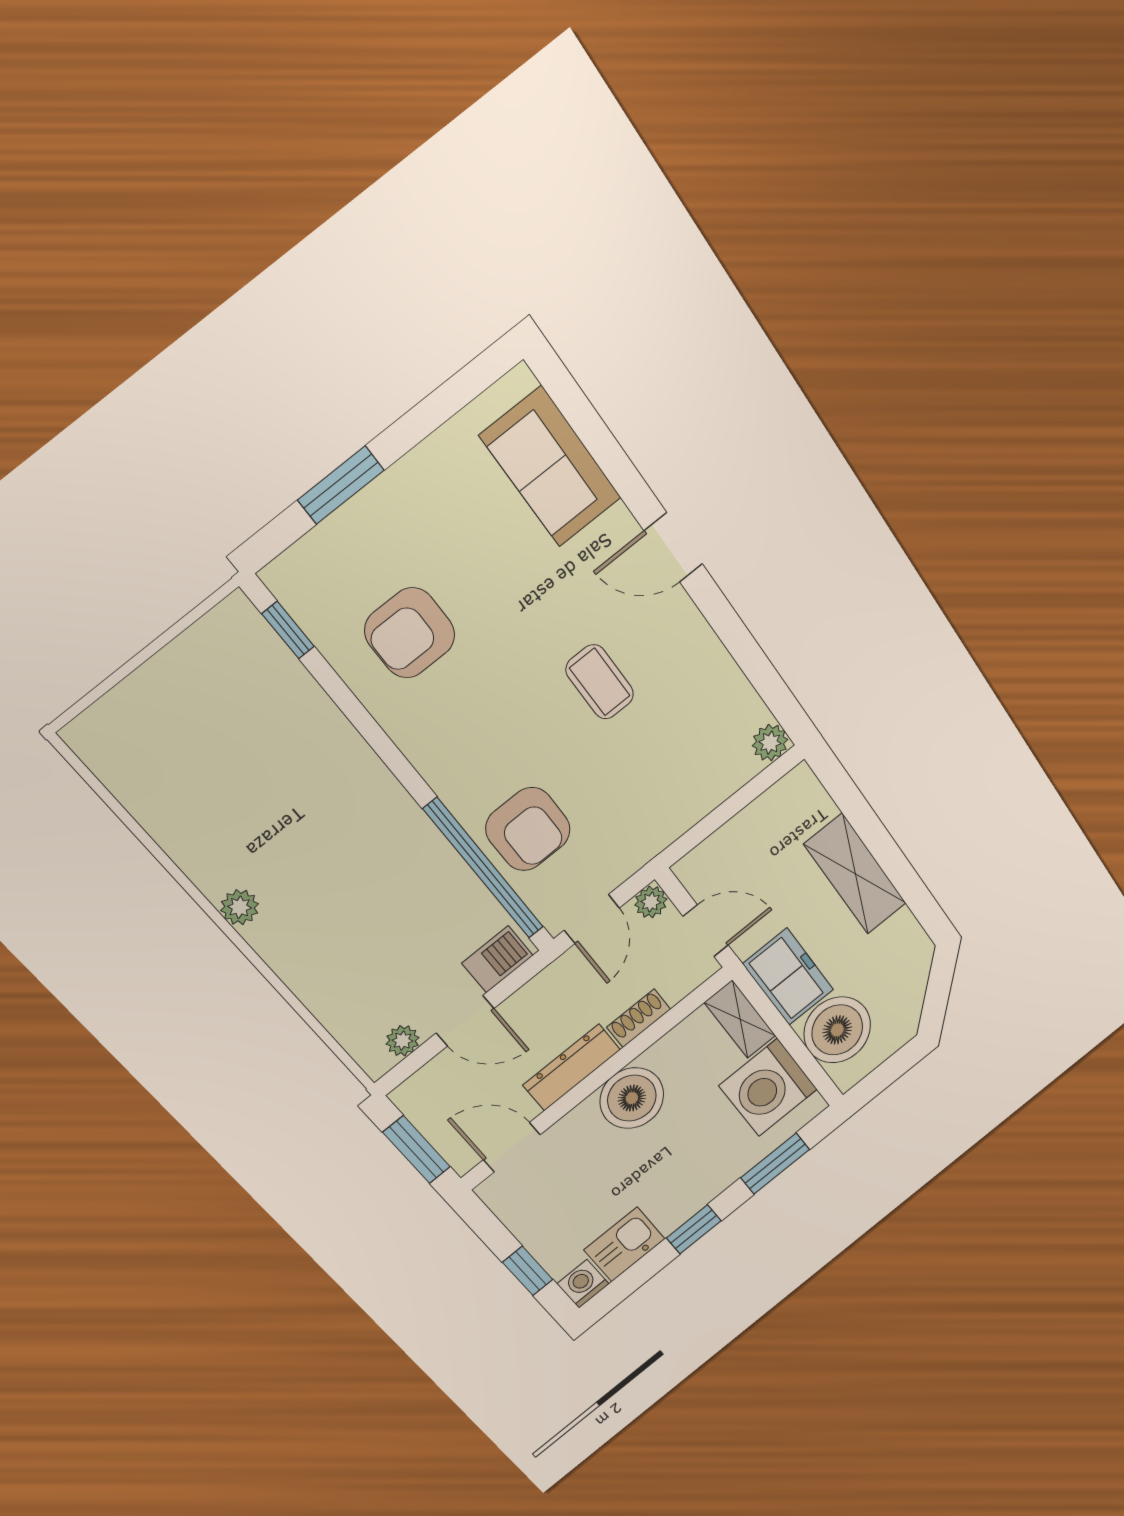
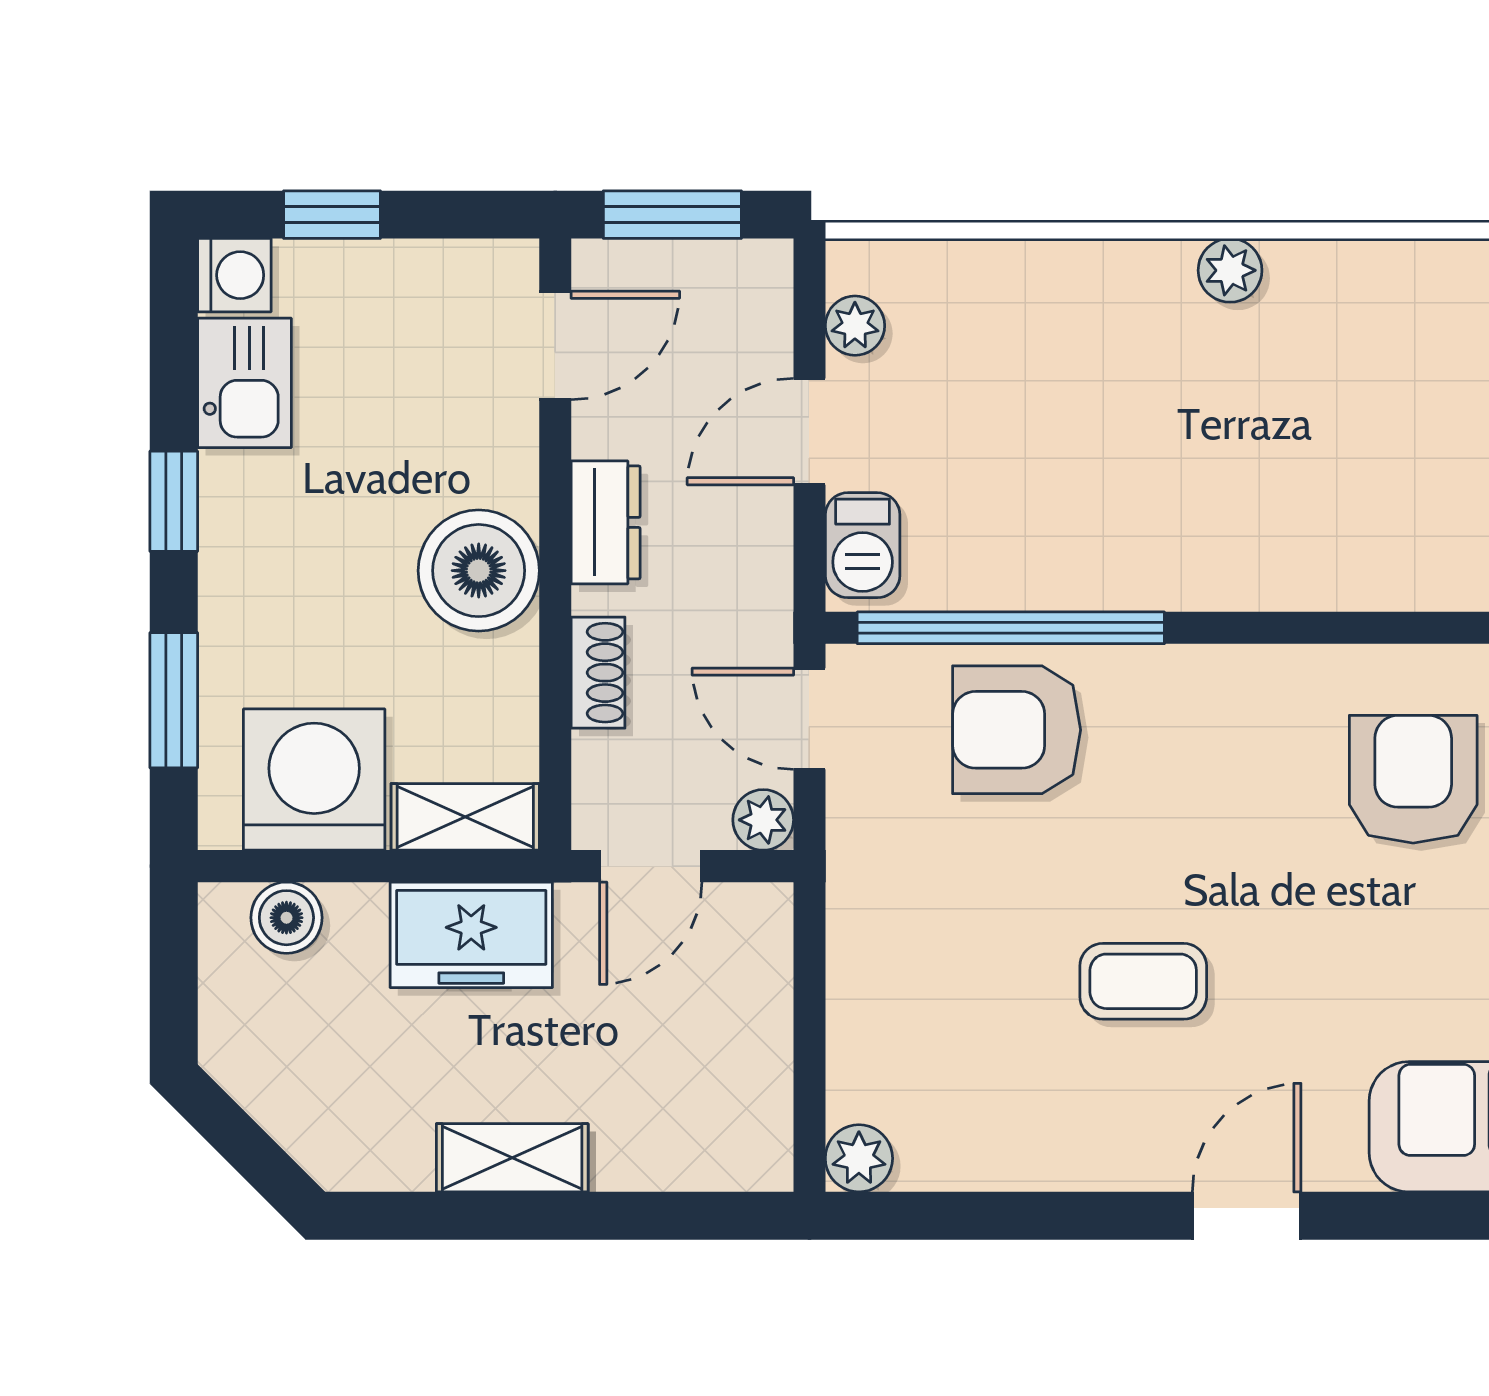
shelving: (855, 874) -> (512, 1158), width x0.67, depth x0.75
boiler: (837, 1030) -> (286, 918), width x0.54, depth x0.54
dresser: (572, 1067) -> (606, 522), width x0.70

